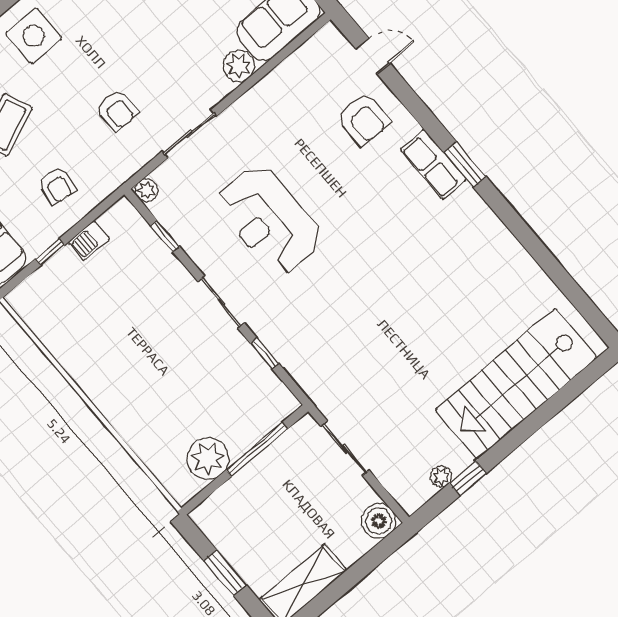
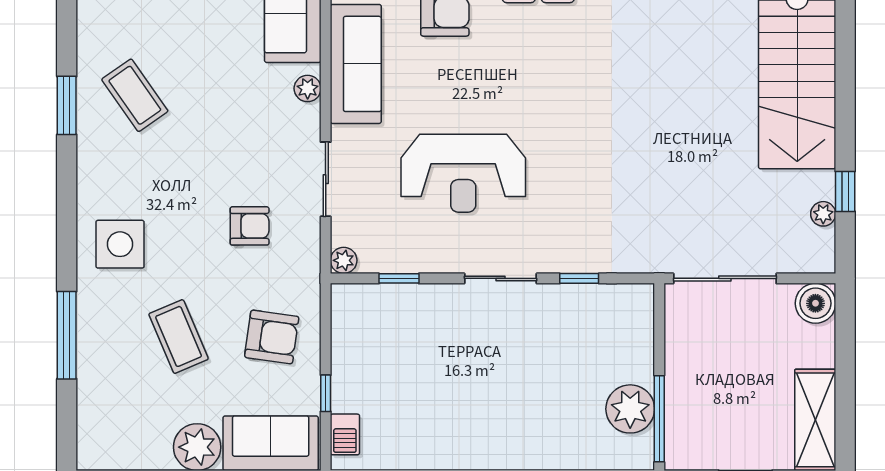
plant: (239, 66) -> (308, 88), width x0.73, depth x0.73
sofa: (281, 90) -> (356, 64), added
armchair: (57, 186) -> (272, 337), width x1.38, depth x1.38
barbecue: (89, 240) -> (345, 434), moved
sliding door: (345, 448) -> (725, 278), width x1.37
window: (257, 449) -> (659, 419), moved

